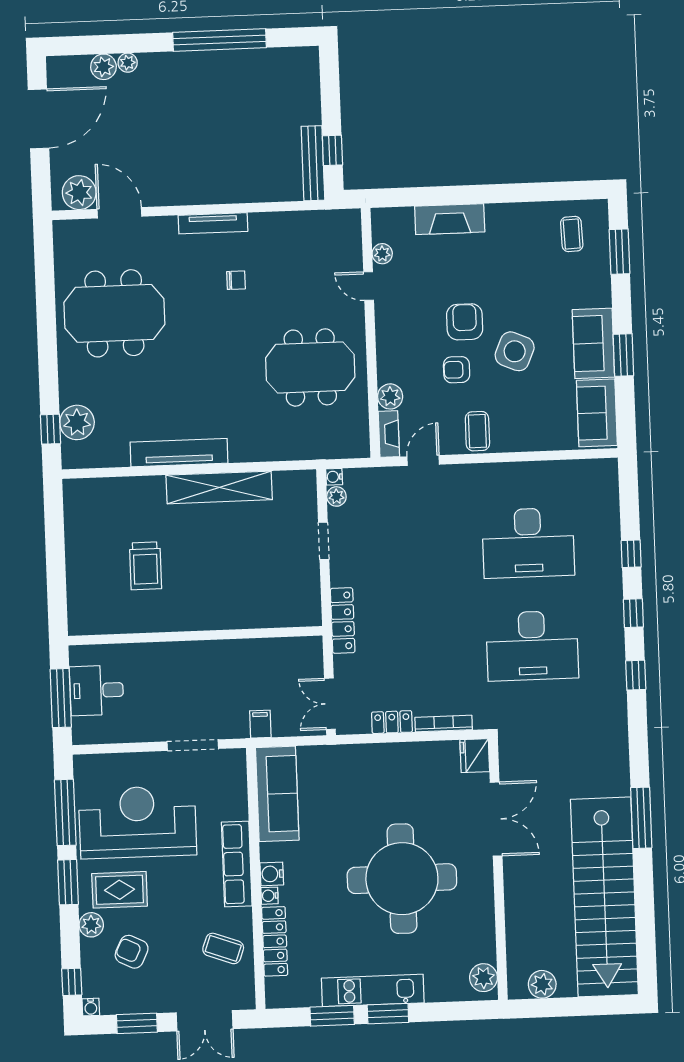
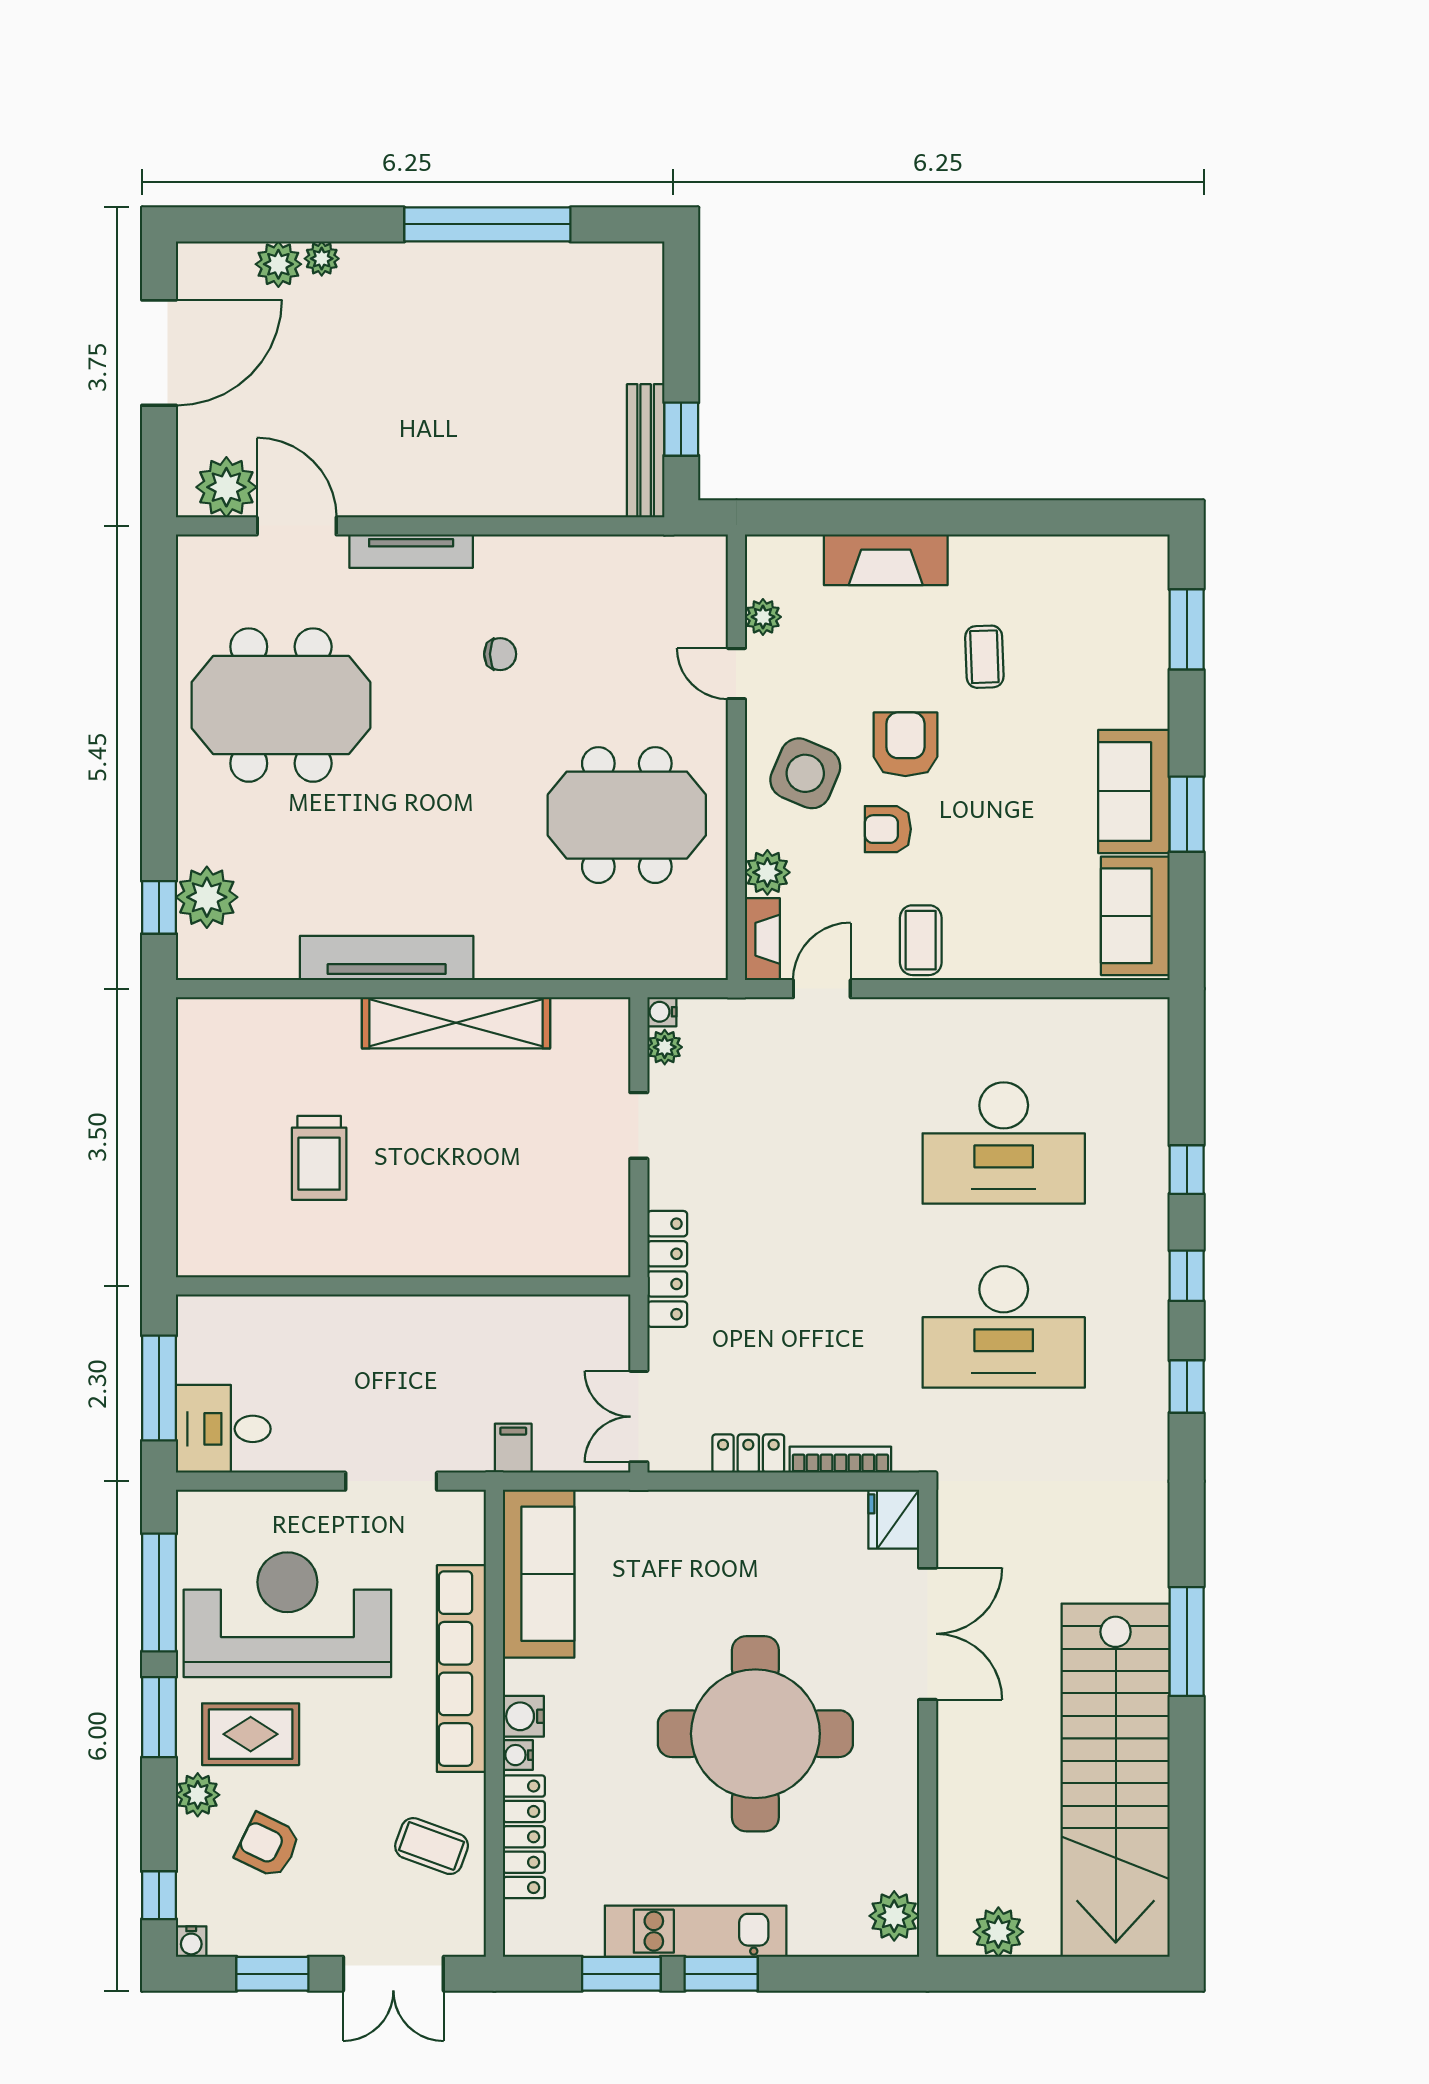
tv unit: (213, 223) -> (411, 551), moved
coffee table: (572, 234) -> (984, 657), moved
side table: (515, 351) -> (805, 773), moved
desk: (97, 690) -> (223, 1429), moved
row of seats: (237, 864) -> (461, 1669), width x1.36

